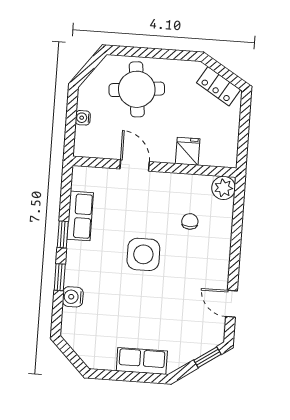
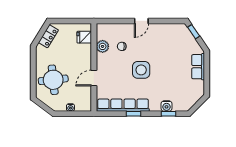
fridge: (188, 151) -> (84, 37), moved
plant: (223, 188) -> (103, 46), moved
row of seats: (80, 216) -> (123, 105), width x2.02
window: (60, 277) -> (168, 114), moved
door: (231, 304) -> (141, 21), moved

